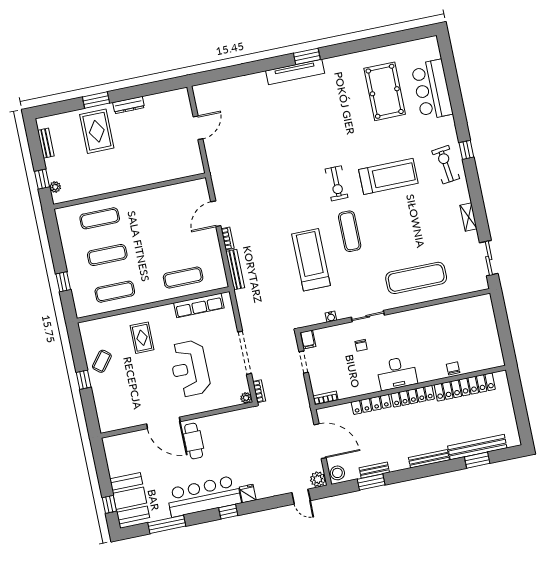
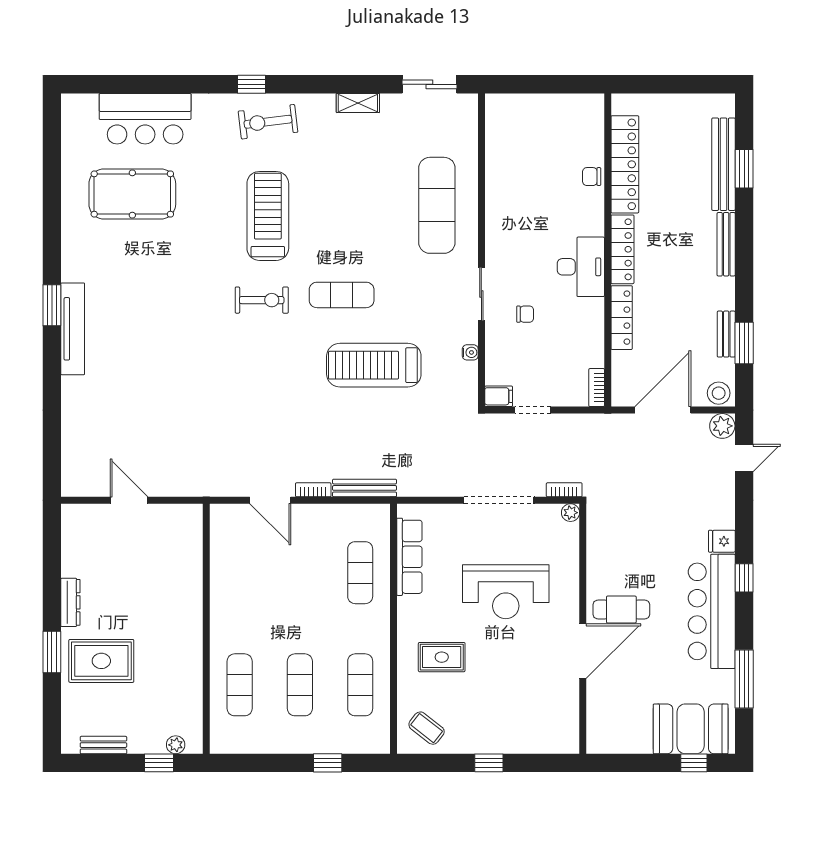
coffee table: (102, 361) -> (427, 728), moved

